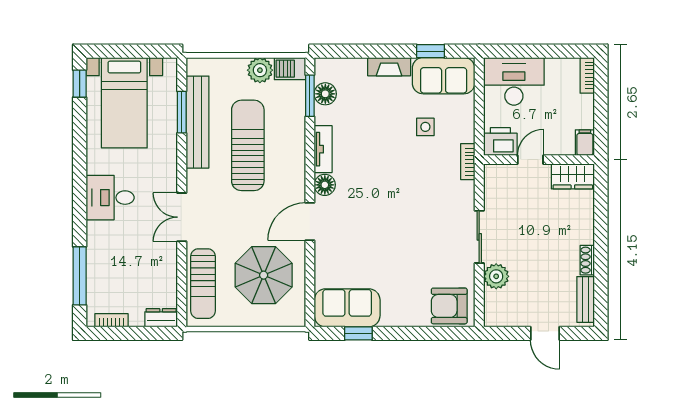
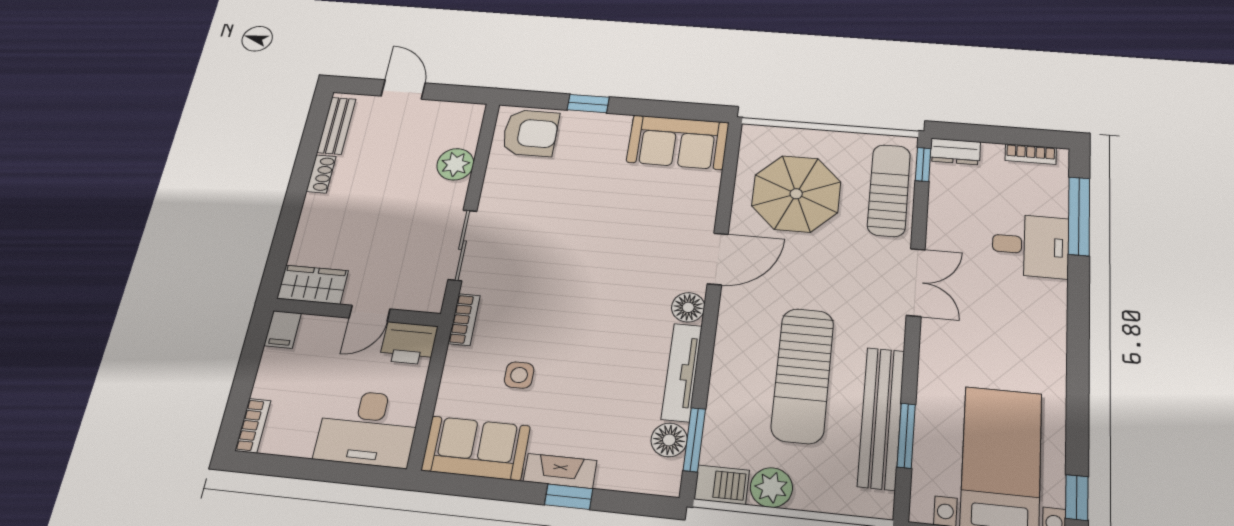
window: (431, 51) -> (569, 497), moved
tv unit: (323, 149) -> (682, 372), width x1.41
desk: (110, 198) -> (1030, 246), moved
sliding door: (479, 237) -> (462, 245), moved
window: (182, 306) -> (923, 164), added
window: (358, 333) -> (588, 104), moved

